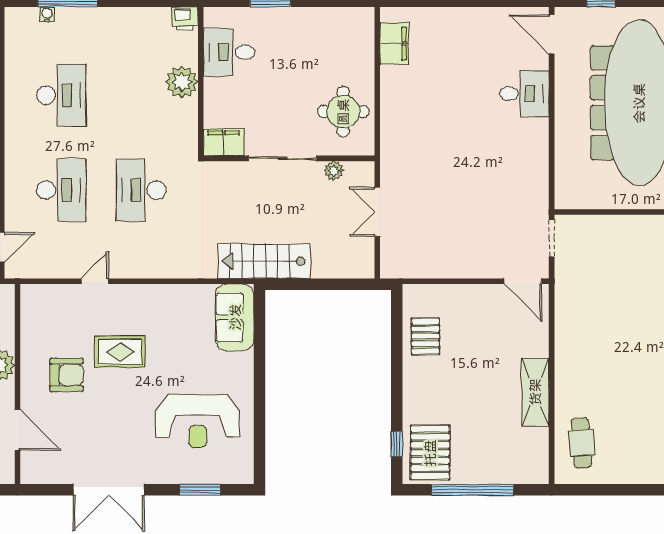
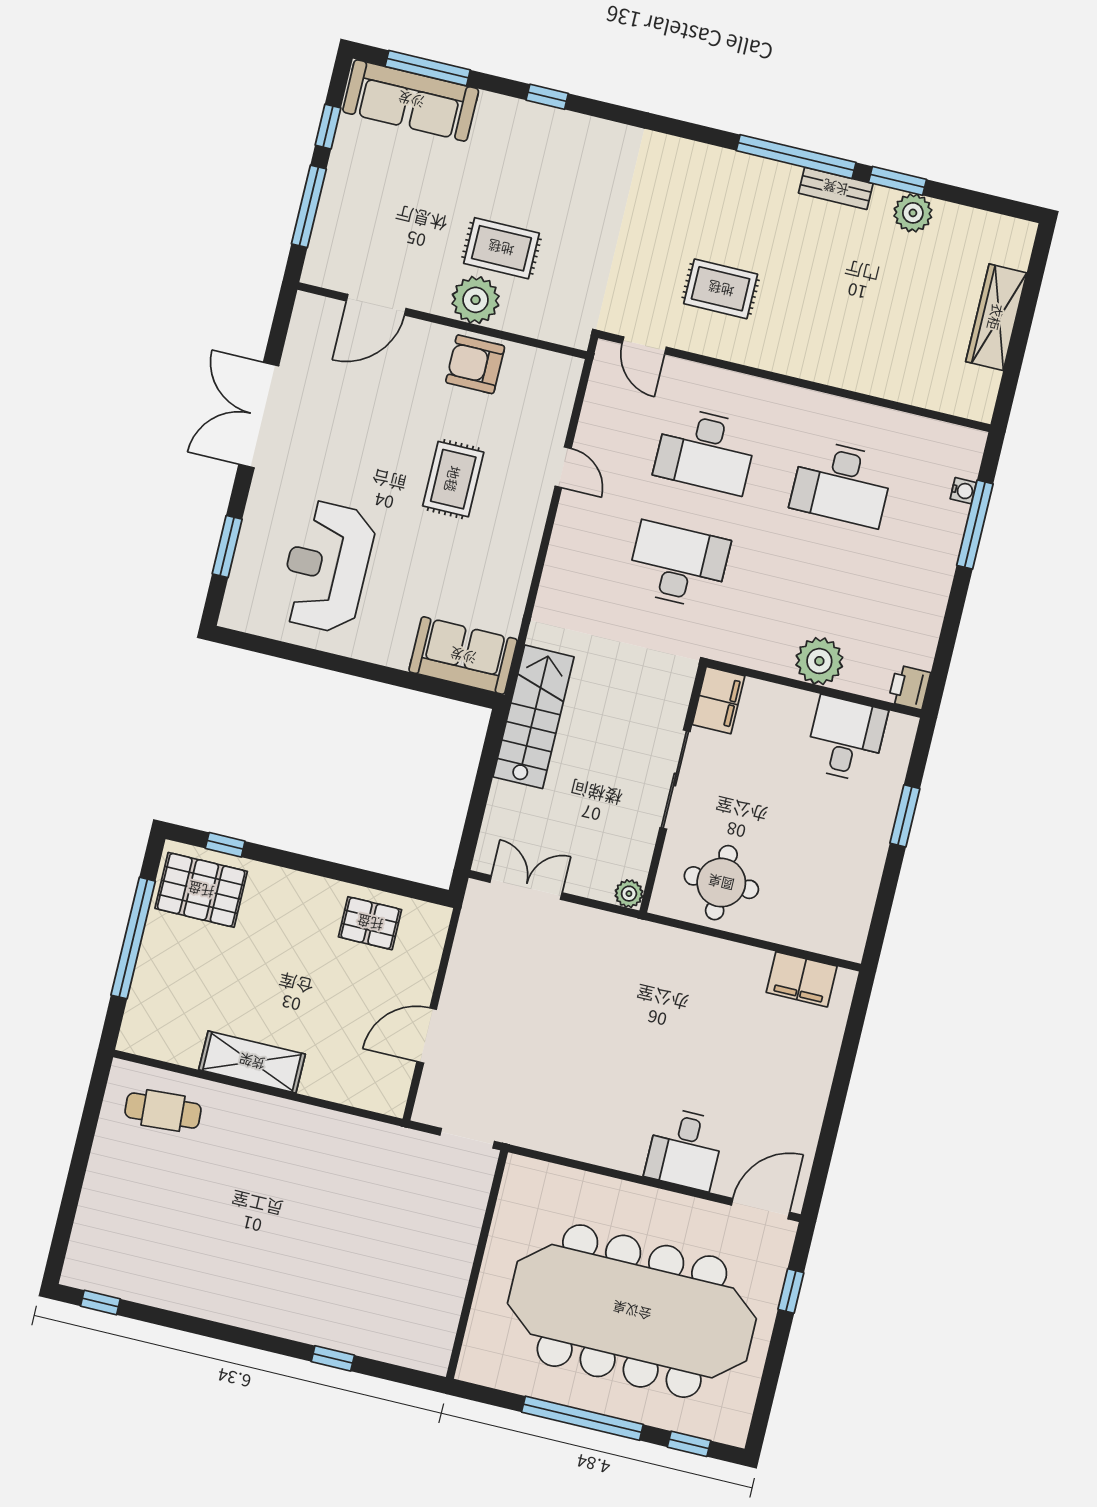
plant: (334, 171) -> (629, 894), moved
double door: (377, 212) -> (526, 887), moved
door: (523, 281) -> (427, 1035), moved
armchair: (66, 375) -> (475, 364), moved, turned 90

